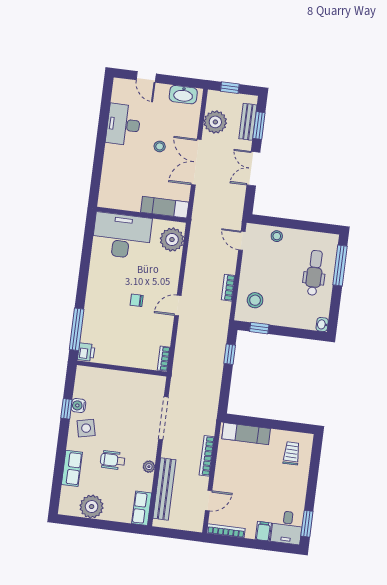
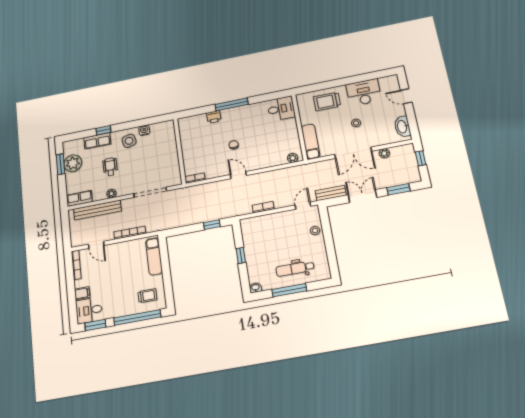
door: (146, 77) -> (406, 96), hinge flipped
plant: (215, 122) -> (384, 153), width x0.53, depth x0.53
bench: (248, 122) -> (331, 193), moved
double door: (196, 162) -> (353, 153), swing flipped
trolley: (119, 172) -> (327, 101), added
desk: (122, 236) -> (281, 109), width x0.53, depth x0.77
plant: (172, 240) -> (293, 158), width x0.53, depth x0.53
window: (340, 266) -> (289, 290), moved
dental chair: (314, 273) -> (295, 269), turned 180
stool: (255, 300) -> (259, 230), removed
window: (259, 328) -> (241, 256), moved
window: (77, 329) -> (232, 104), moved
printer: (86, 352) -> (214, 117), moved
window: (66, 409) -> (103, 130), moved
window: (314, 472) -> (137, 317), added
window: (87, 523) -> (60, 164), added

